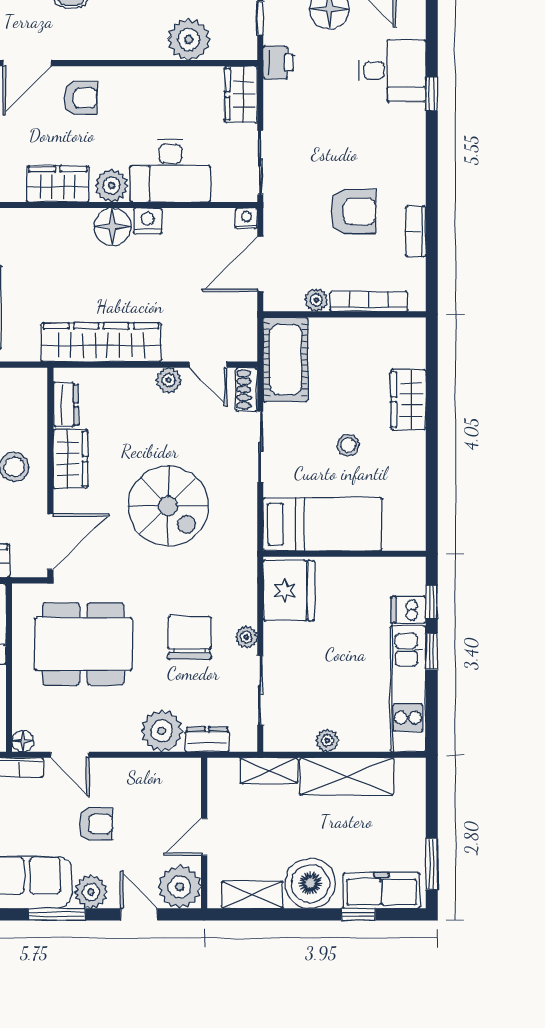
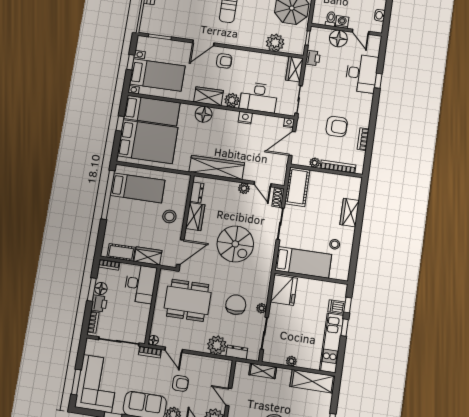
desk: (392, 71) -> (362, 73), width x1.37
floor lamp: (112, 227) -> (204, 114), moved
stool: (348, 445) -> (335, 244), moved
shelving: (347, 776) -> (313, 381), moved
door: (204, 837) -> (229, 397), hinge flipped

